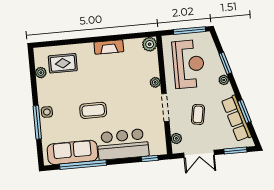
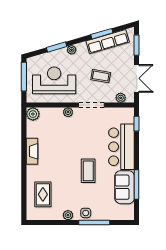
plant: (41, 73) -> (68, 215), moved
sofa: (72, 152) -> (125, 187), width x0.73
window: (83, 165) -> (137, 185), width x0.68

